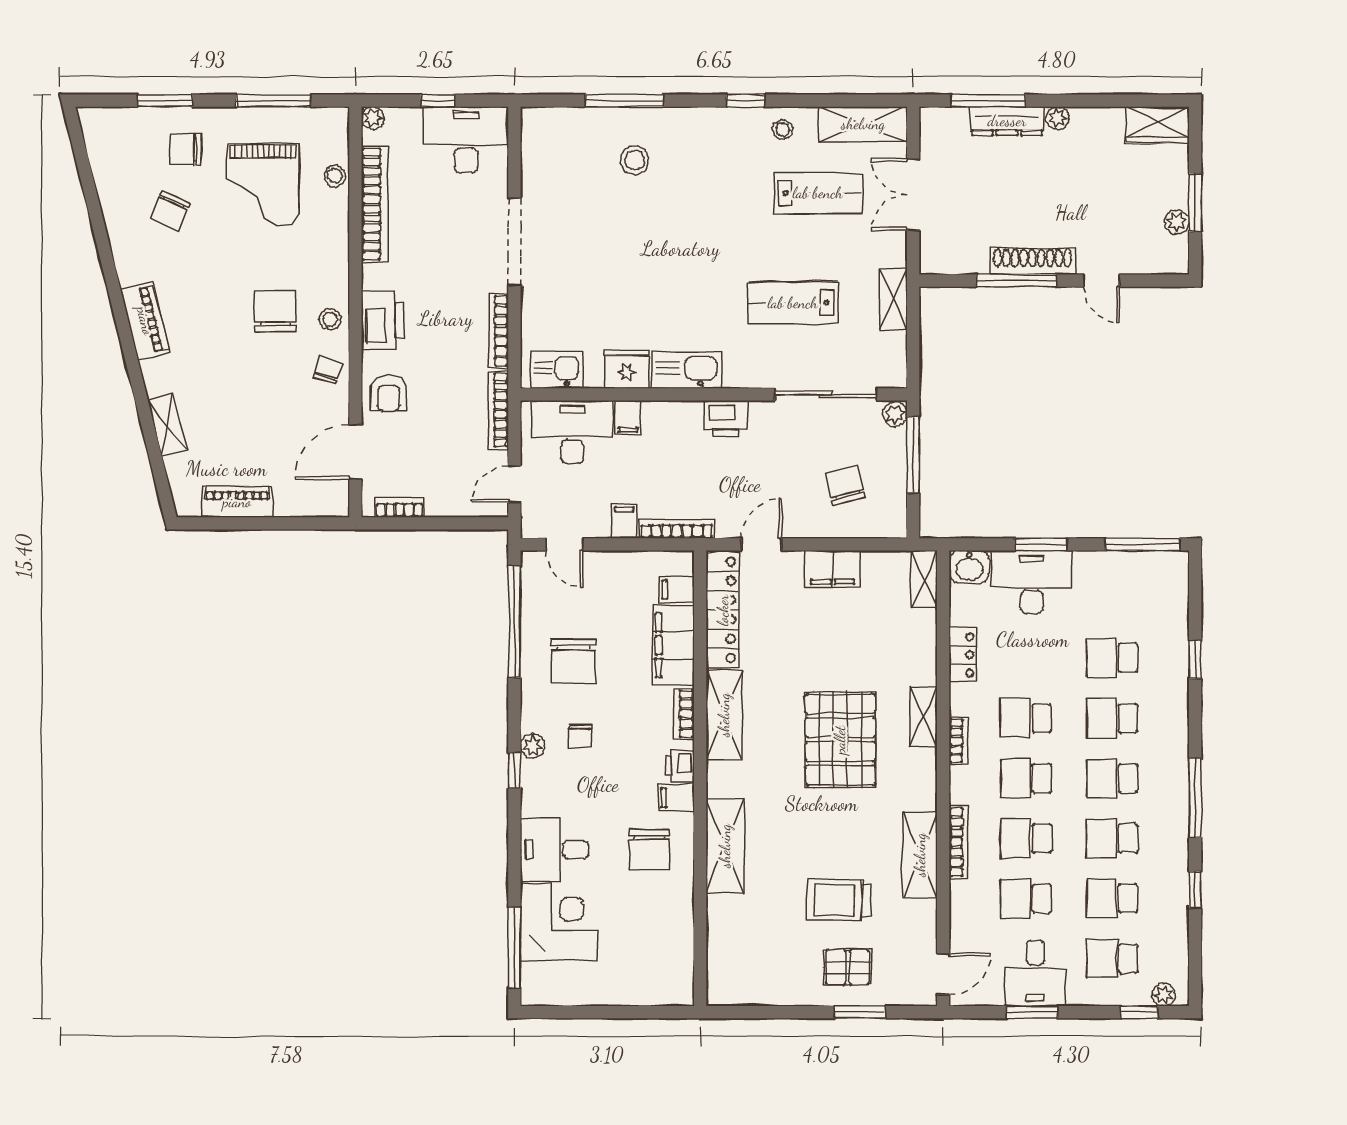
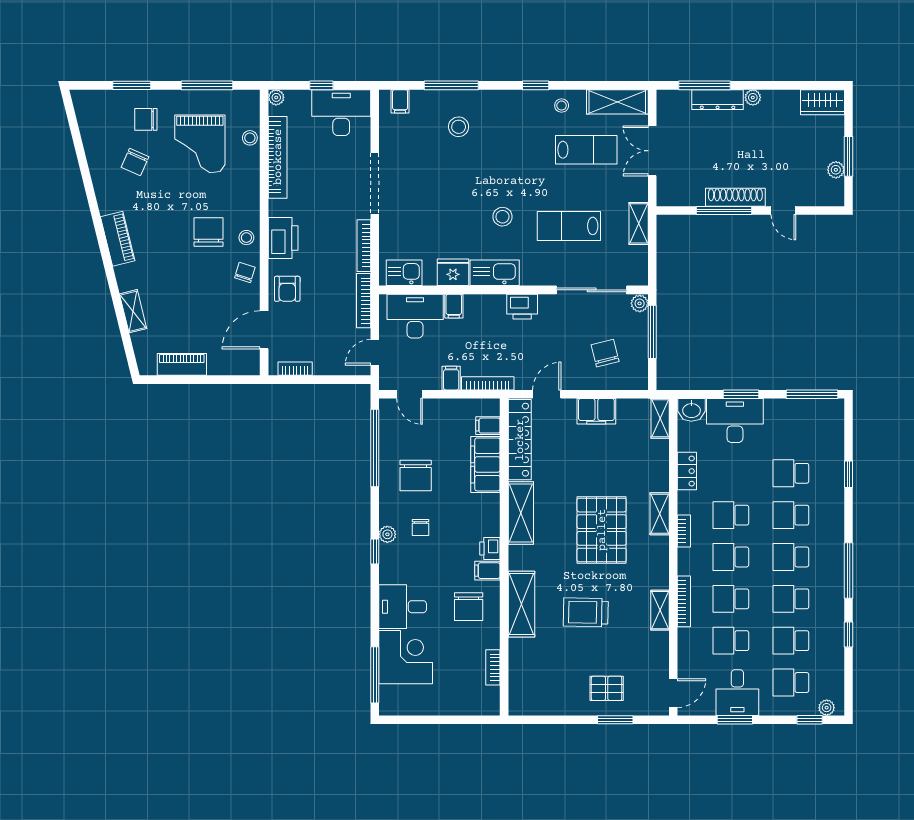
filing cabinet: (551, 124) -> (400, 101), added
stool: (698, 289) -> (502, 217), added
bookcase: (684, 714) -> (493, 667), moved
shelving: (920, 855) -> (660, 610), width x0.67, depth x0.75
trolley: (839, 900) -> (586, 612), moved

